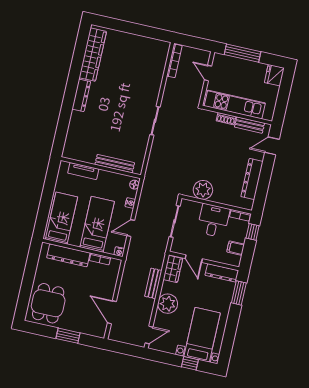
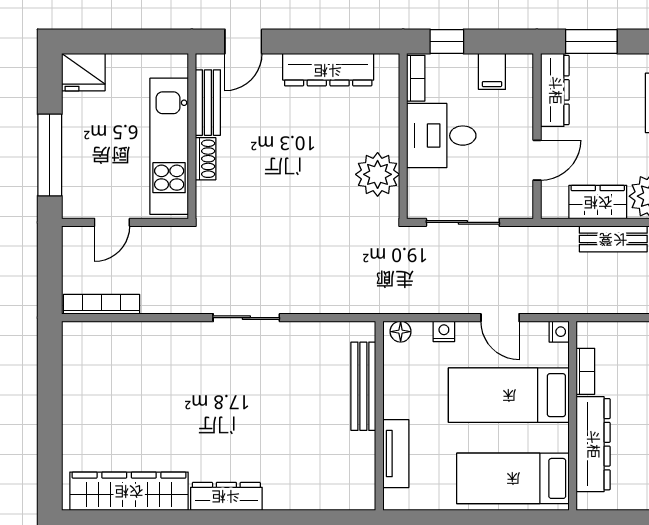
door: (272, 146) -> (243, 42), hinge flipped
wardrobe: (173, 269) -> (598, 202), moved

